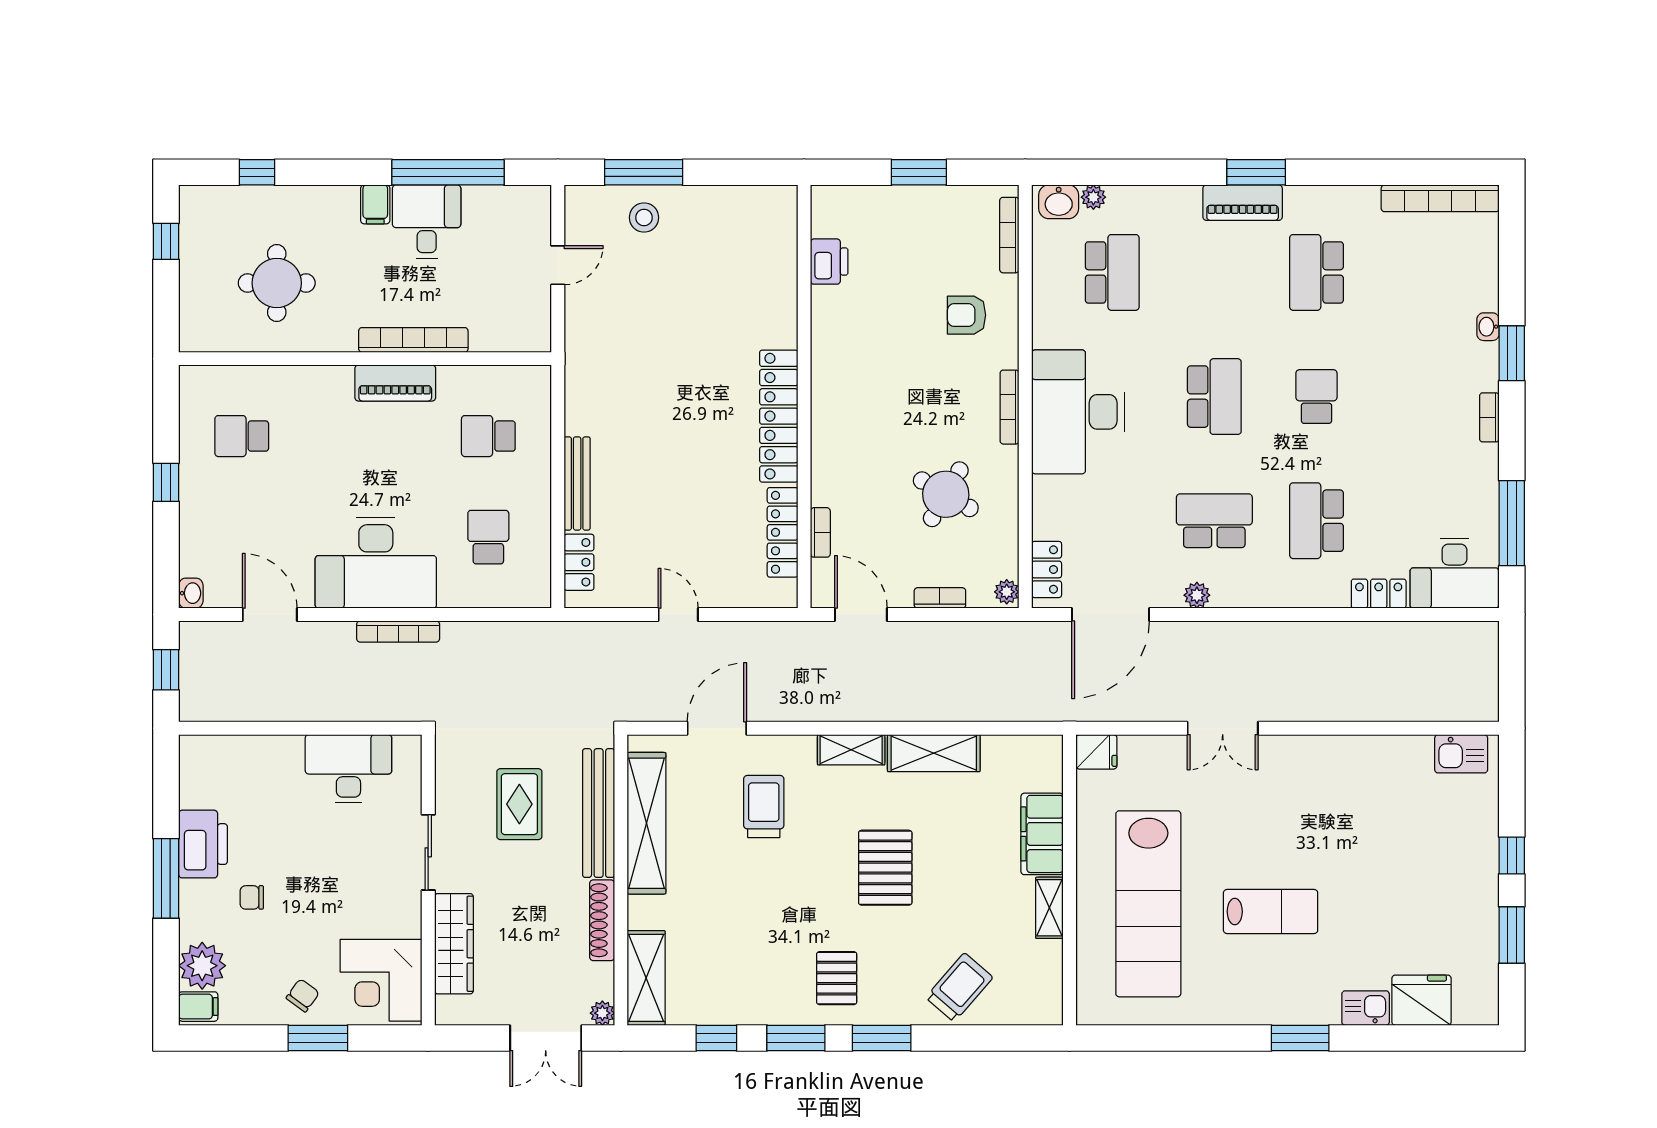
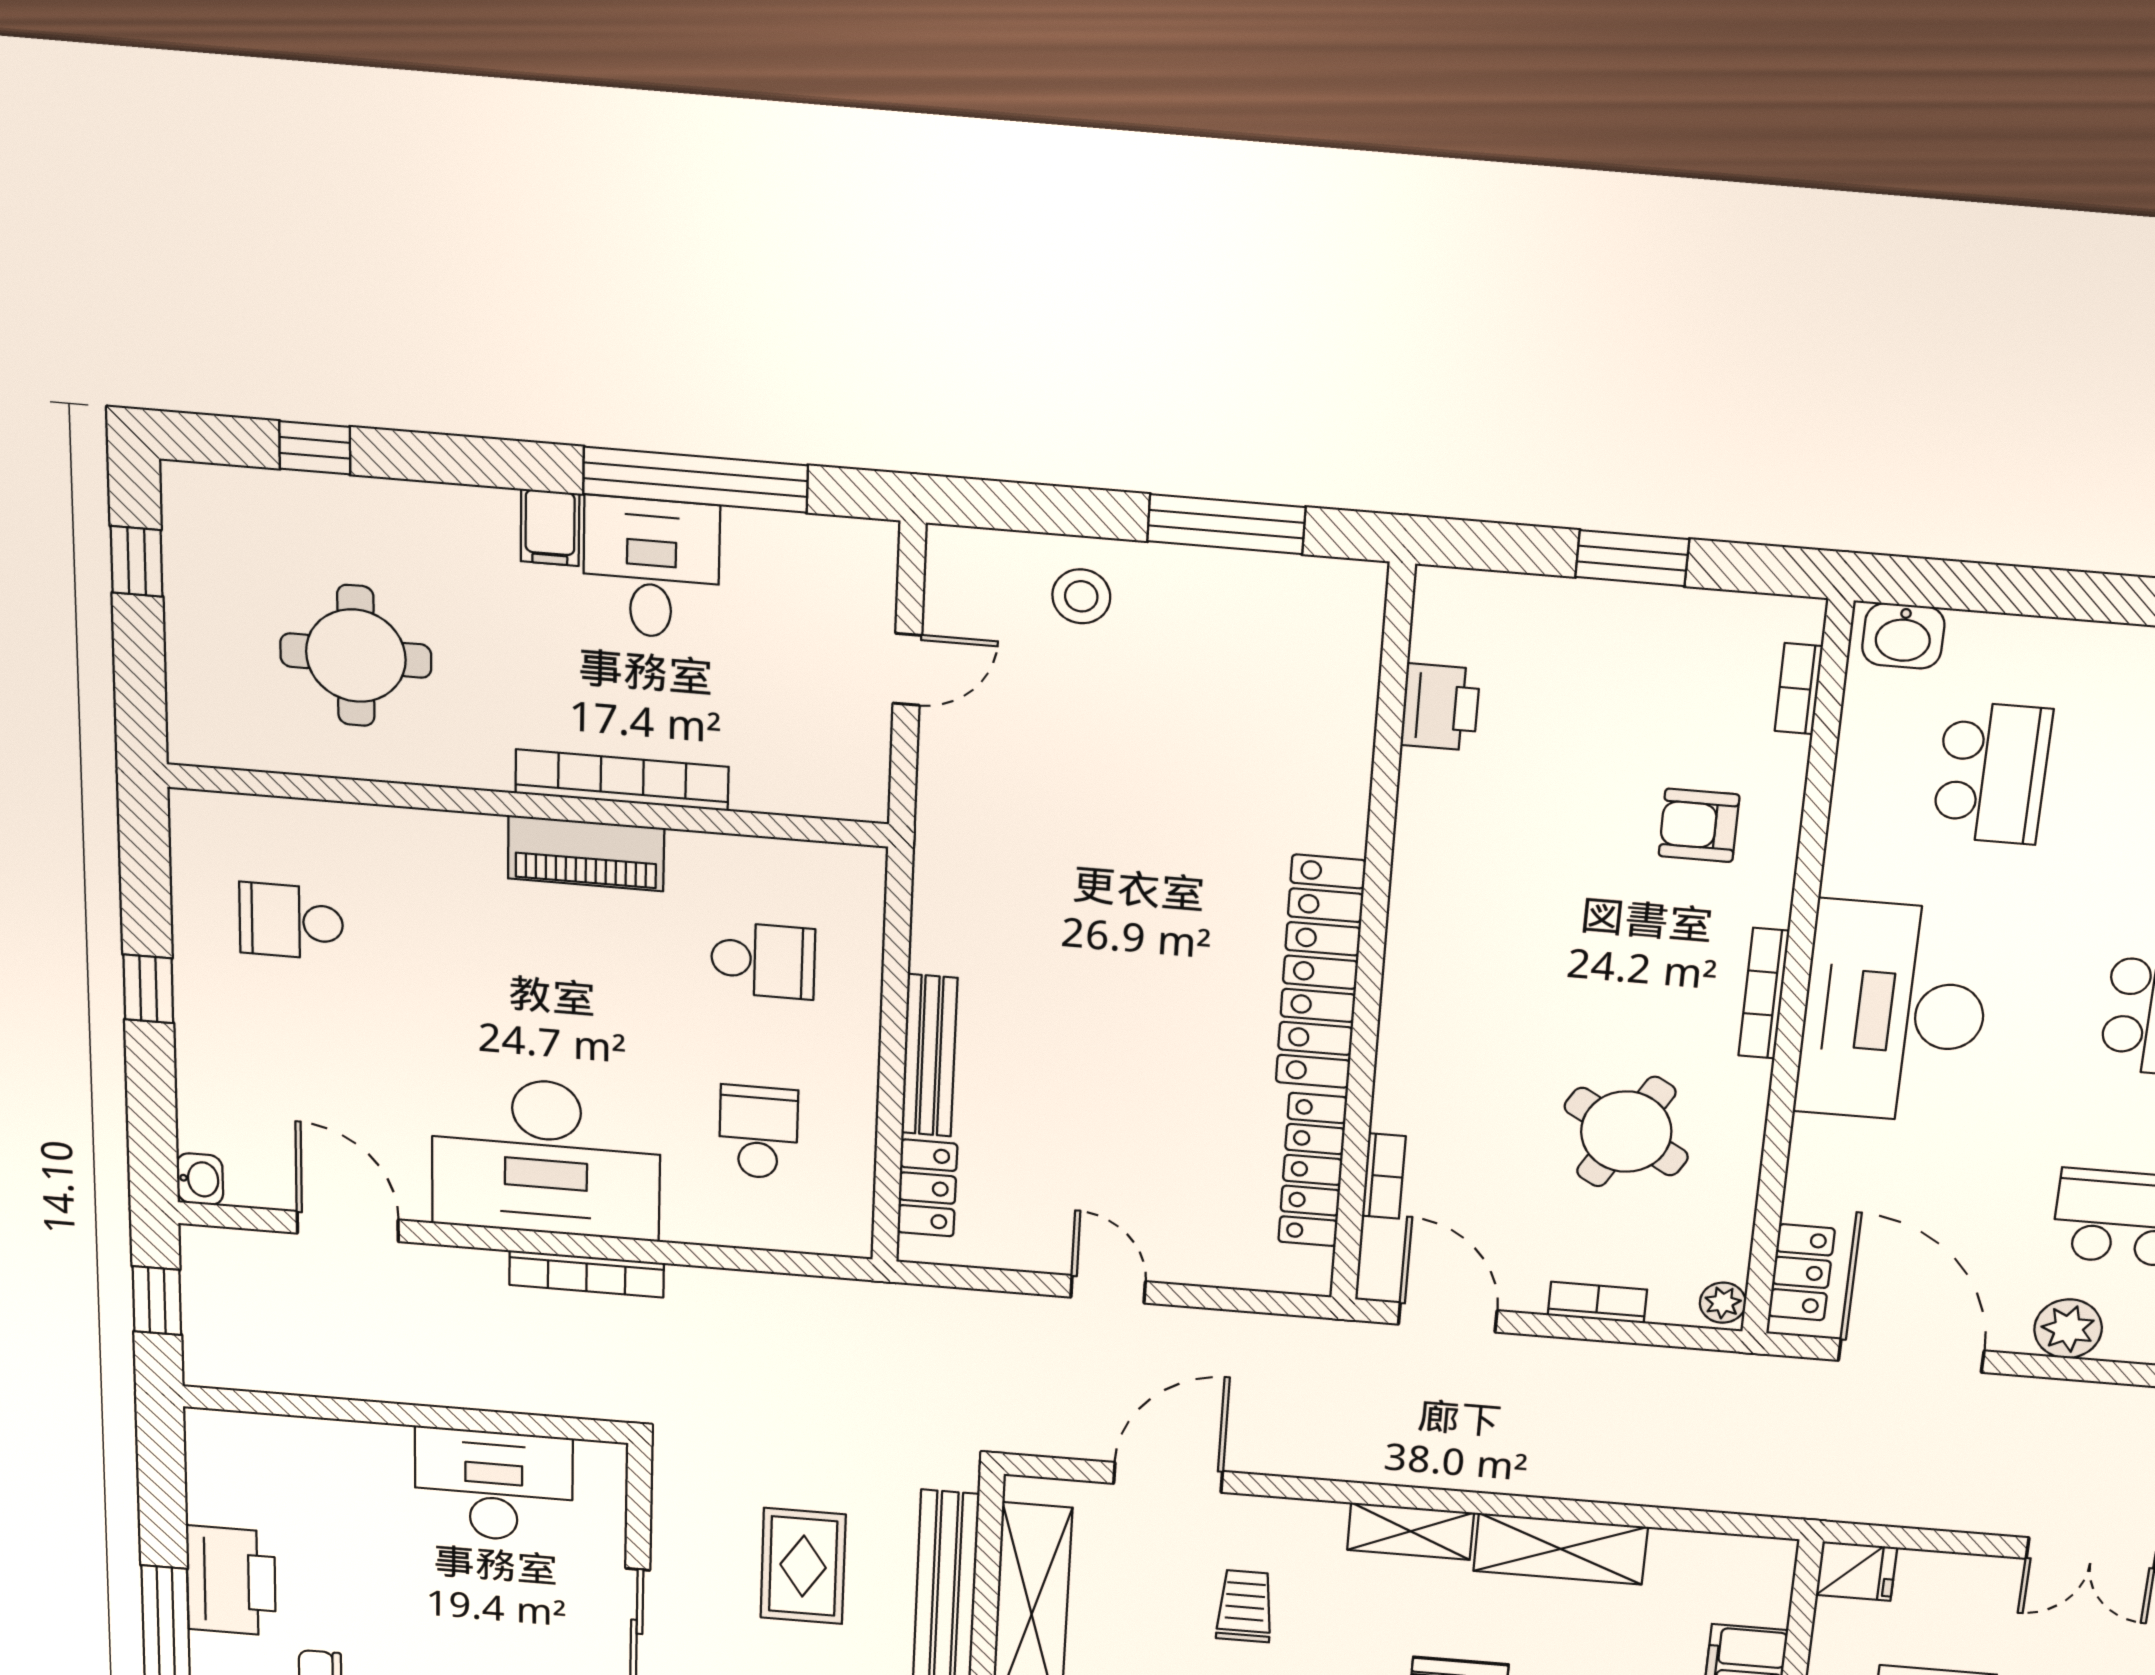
window: (644, 172) -> (1226, 524), moved
plant: (1093, 197) -> (1973, 633), removed
bookcase: (1009, 235) -> (1799, 689), width x0.64
school desk: (488, 436) -> (763, 960), turned 180
plant: (1197, 595) -> (2068, 1329), width x1.38, depth x1.38
door: (1111, 615) -> (1911, 1356), swing flipped
trolley: (764, 807) -> (1245, 1606), width x0.73, depth x0.72

